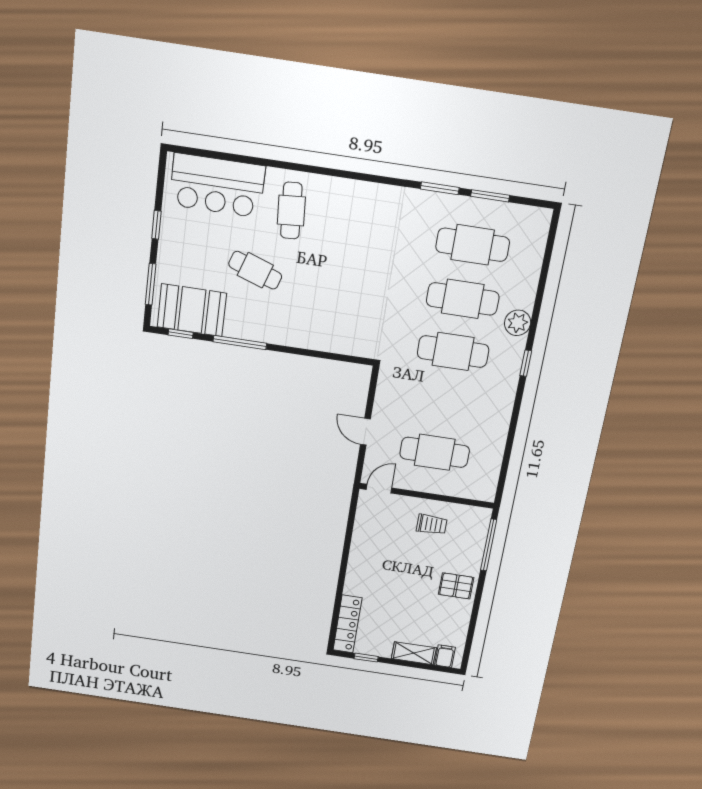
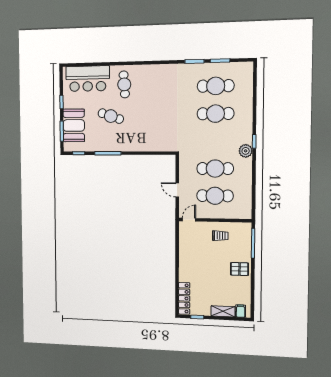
booth: (192, 310) -> (74, 125), moved, turned 90
plant: (518, 323) -> (246, 151), moved
cafe table: (453, 351) -> (215, 169), moved

